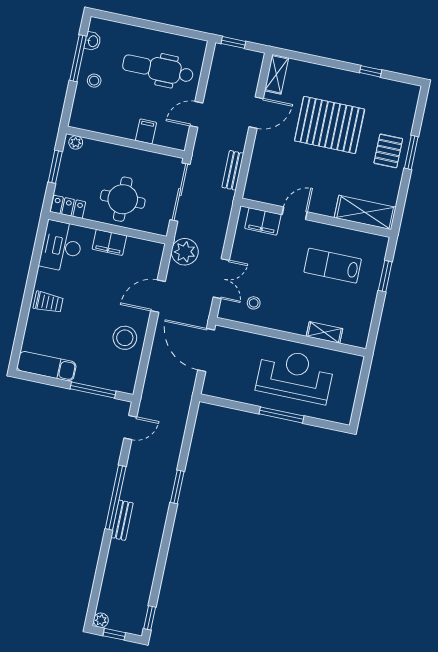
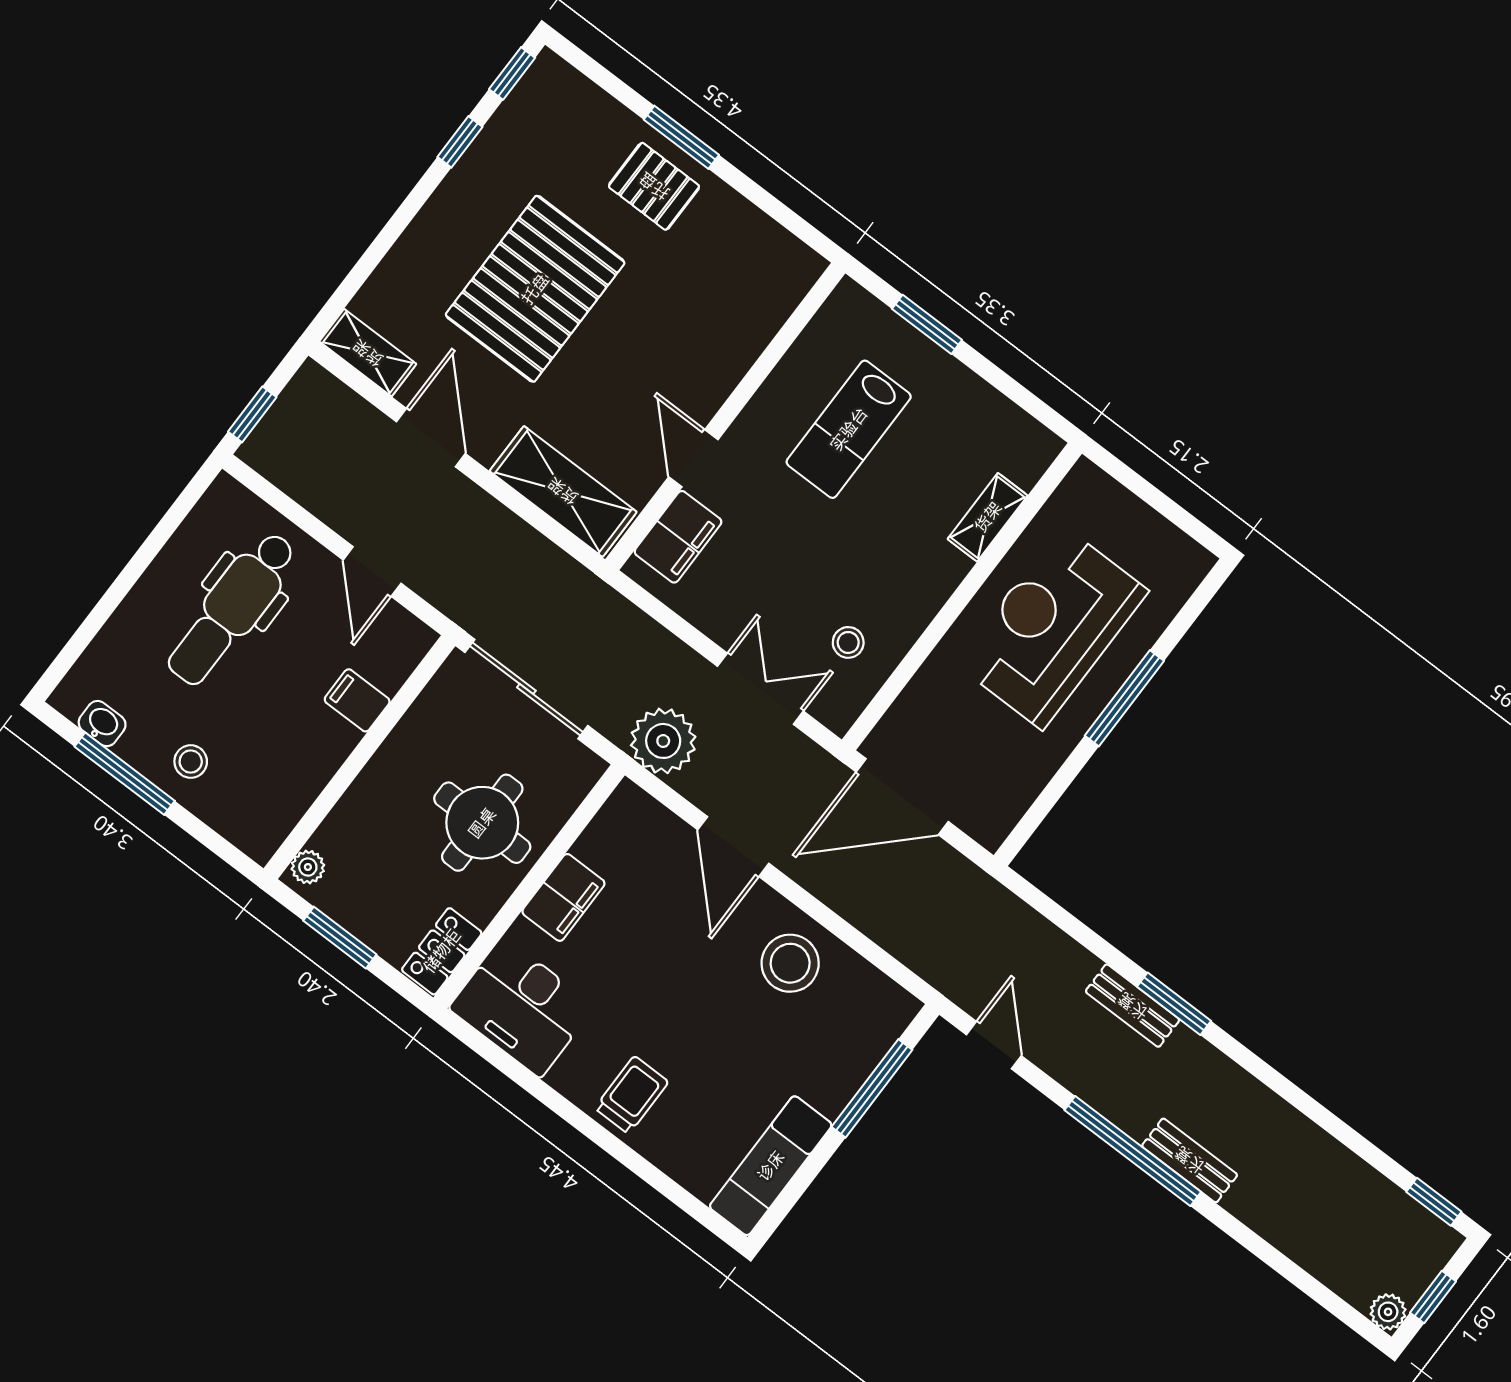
window: (405, 79) -> (512, 73), added
bench: (233, 170) -> (1133, 1006), moved
shelving: (365, 212) -> (563, 491), moved, turned 90

